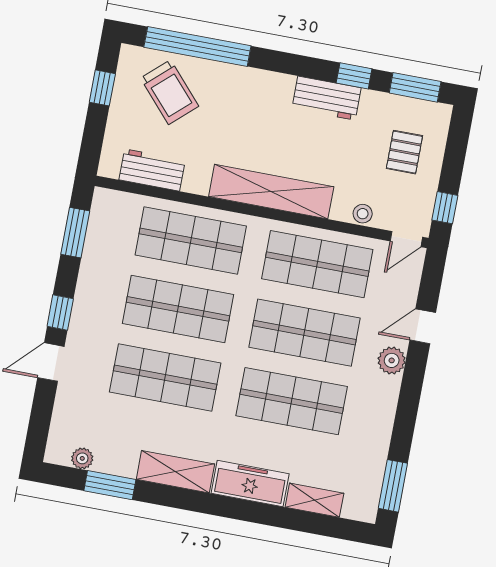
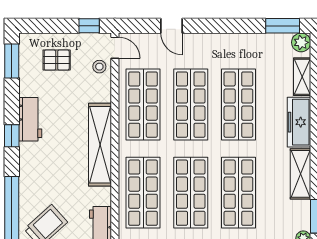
window: (354, 76) -> (12, 136), moved
stool: (363, 214) -> (99, 67), moved
plant: (392, 360) -> (301, 42), moved

